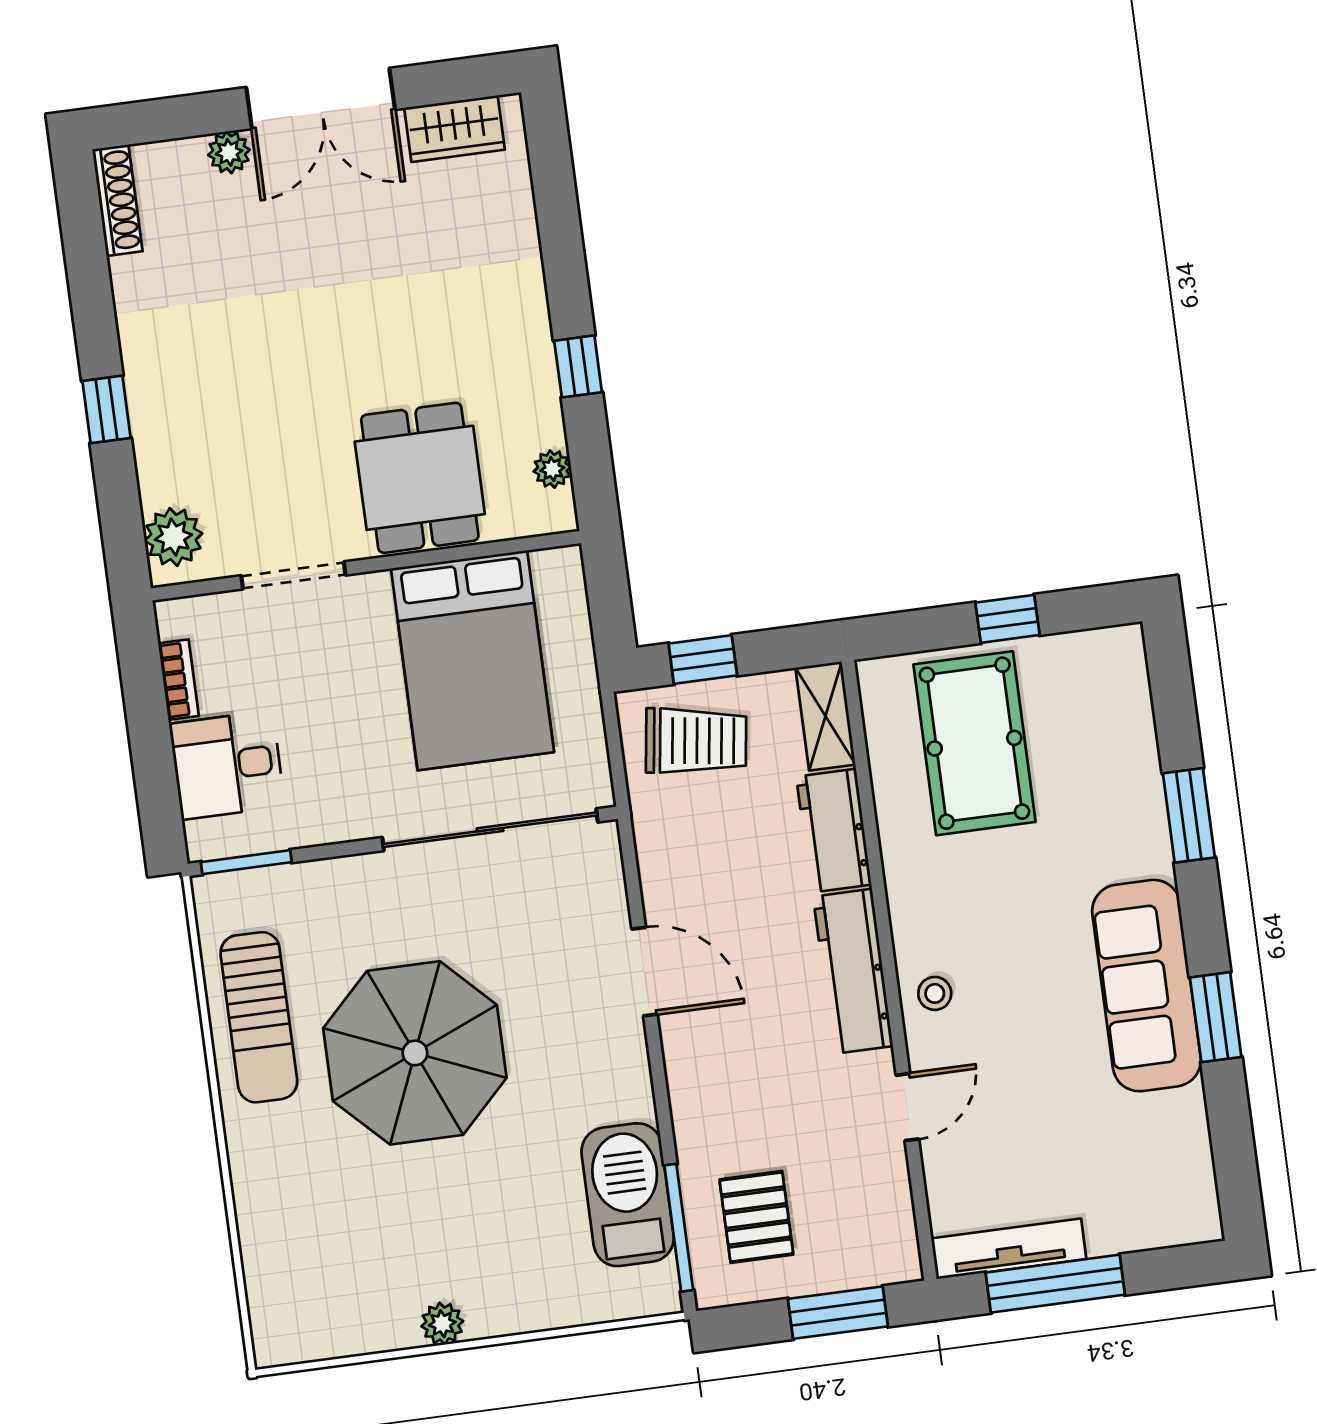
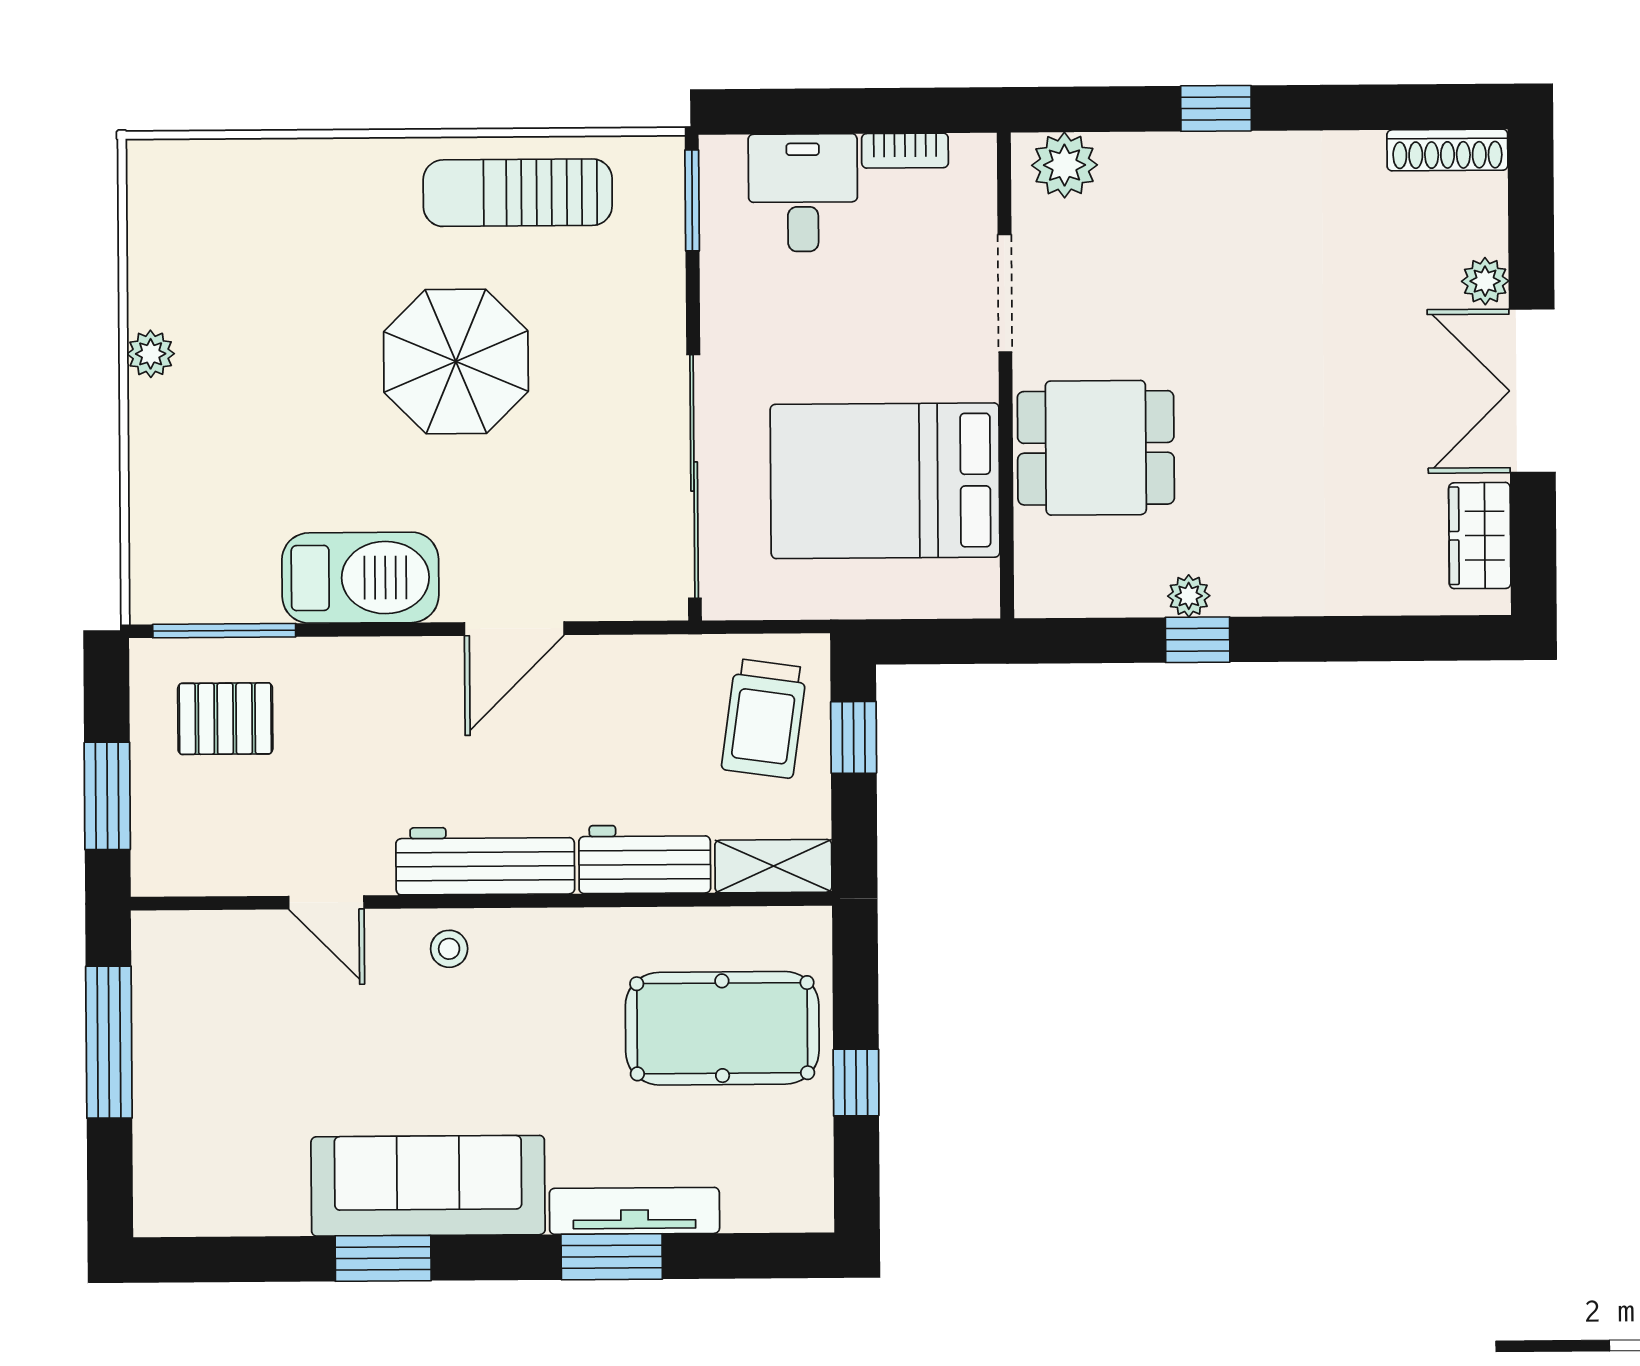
plant: (552, 469) -> (1189, 596), moved
parasol: (415, 1053) -> (456, 361), width x0.73, depth x0.73
barbecue: (628, 1195) -> (360, 578), moved
tv unit: (1009, 1249) -> (634, 1211), moved, turned -90

